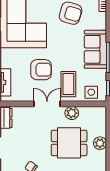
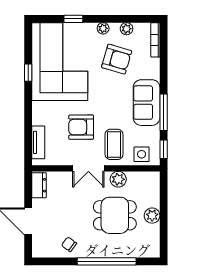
armchair: (41, 70) -> (81, 127), turned 180
double door: (47, 104) -> (88, 168), swing flipped

